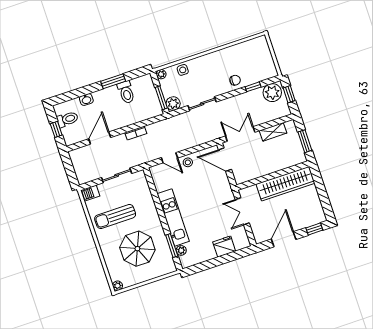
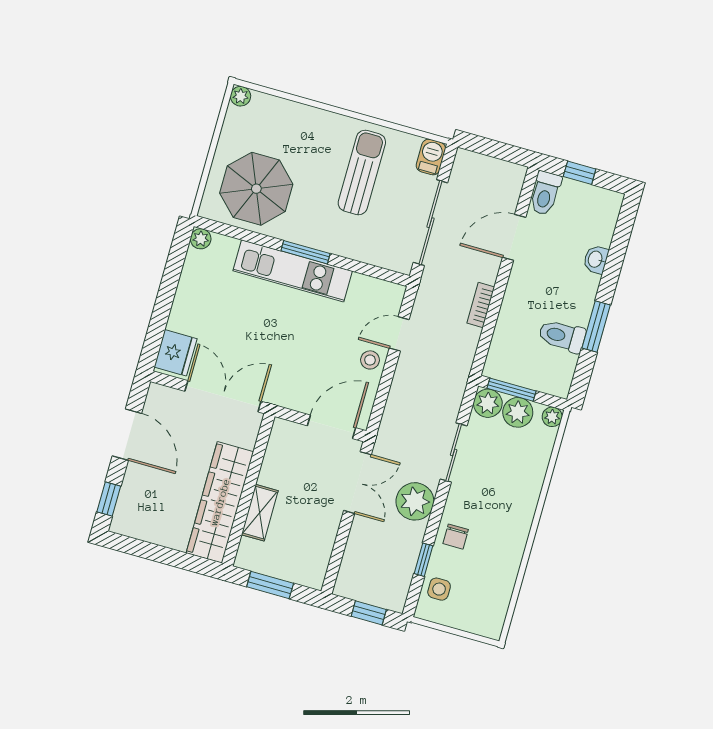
side table: (183, 70) -> (439, 589), moved
plant: (169, 89) -> (518, 412), added
plant: (272, 93) -> (415, 501), moved
toilet: (67, 119) -> (545, 193), moved
shelving: (273, 132) -> (260, 513), moved
door: (100, 138) -> (514, 237), swing flipped
sliding door: (117, 175) -> (430, 223), width x1.37
double door: (242, 211) -> (223, 396), width x1.37
window: (172, 246) -> (305, 252), moved
fridge: (224, 247) -> (176, 353), moved
parasol: (137, 249) -> (256, 189), moved
plant: (181, 250) -> (201, 239), moved

